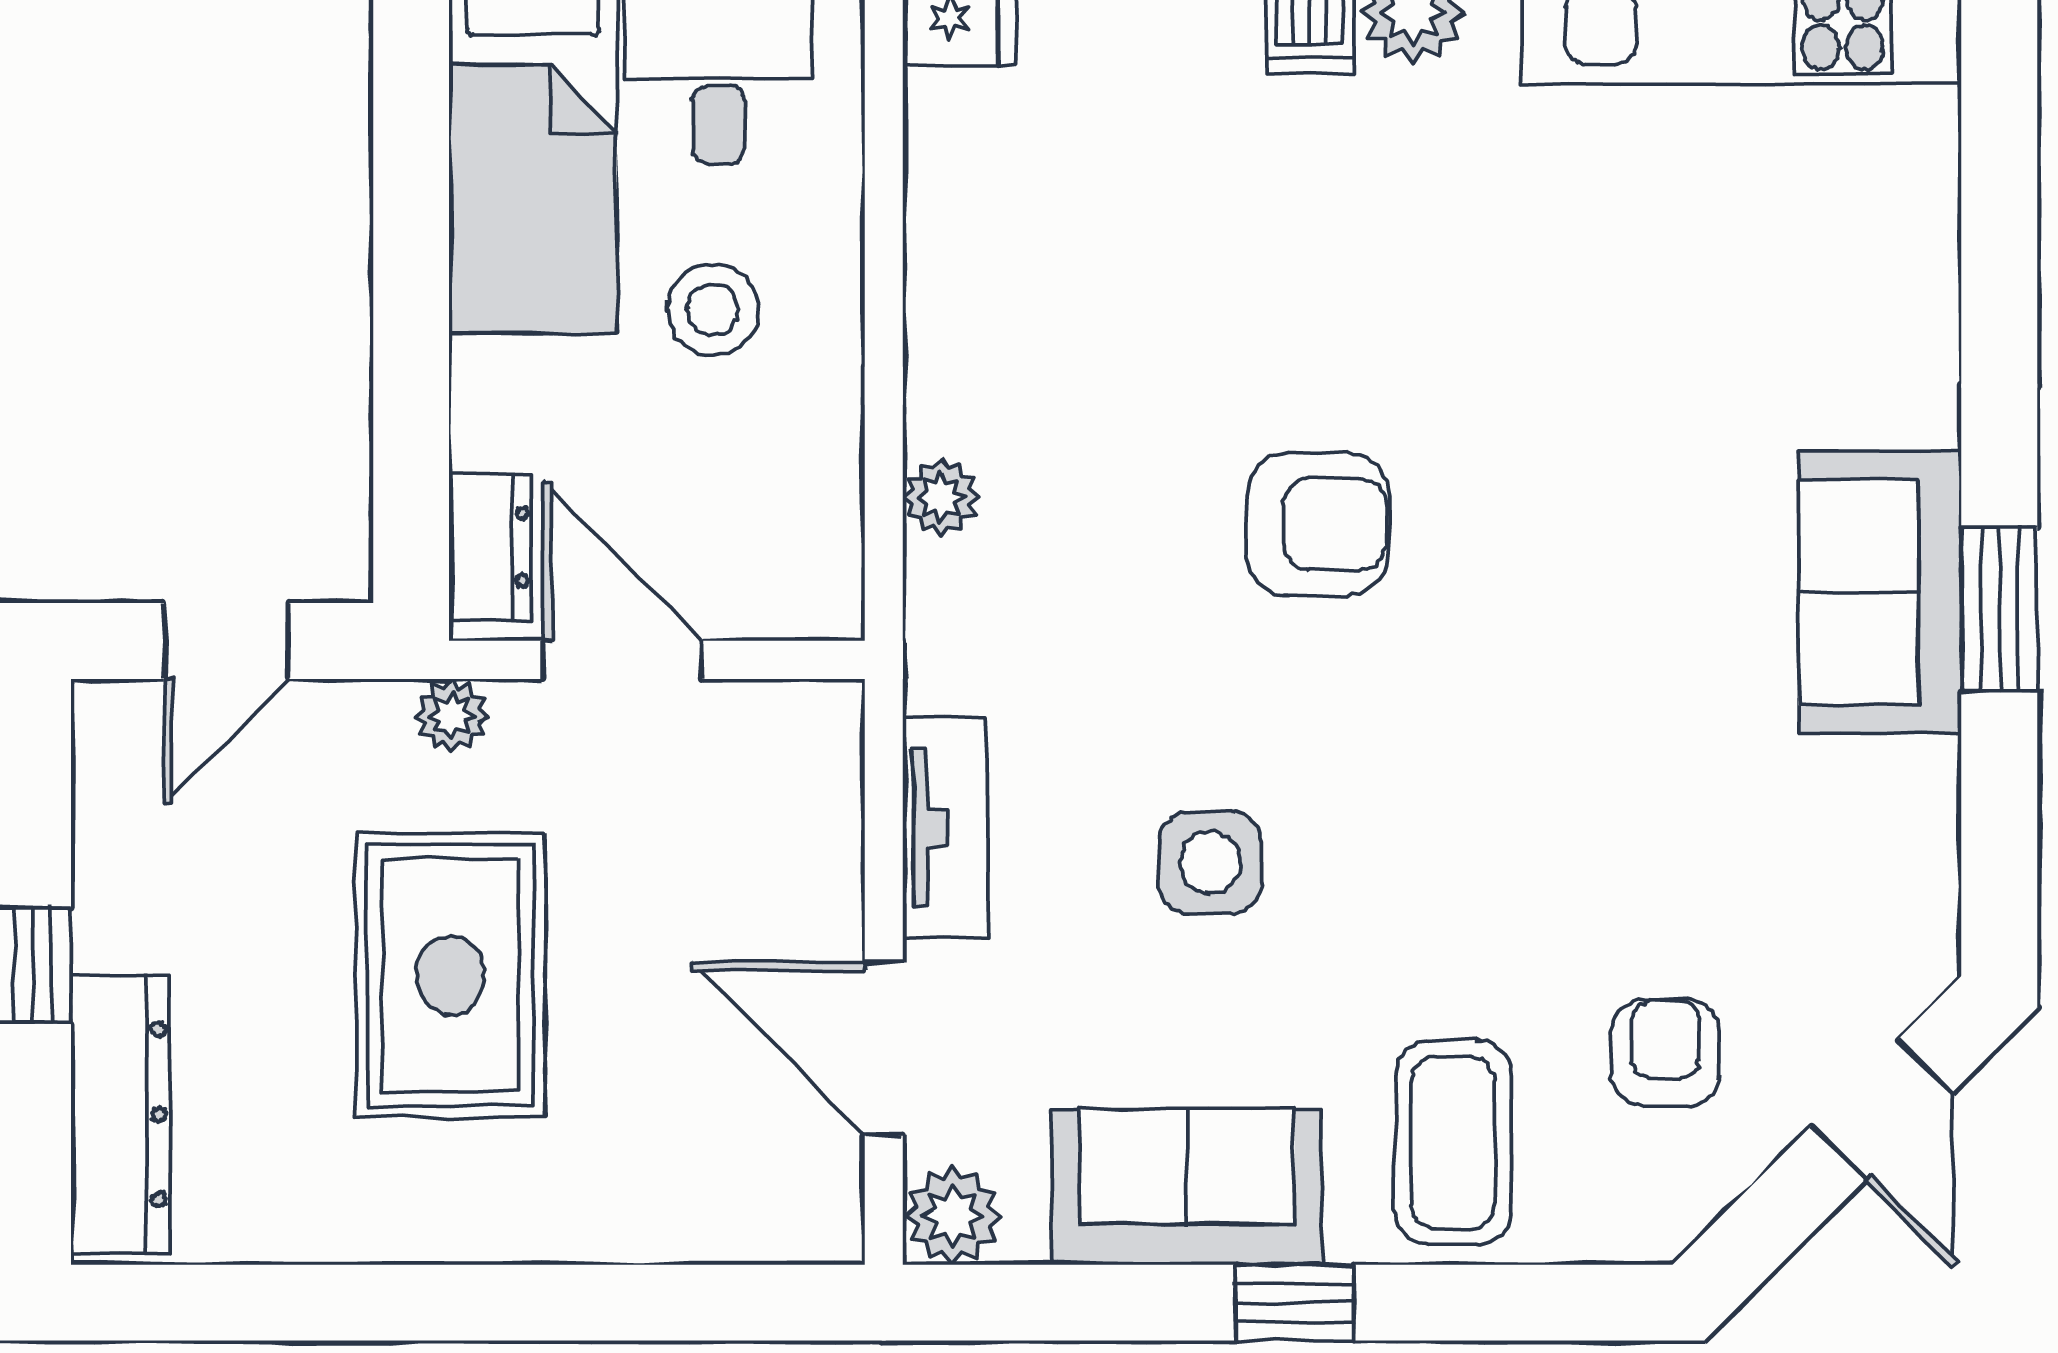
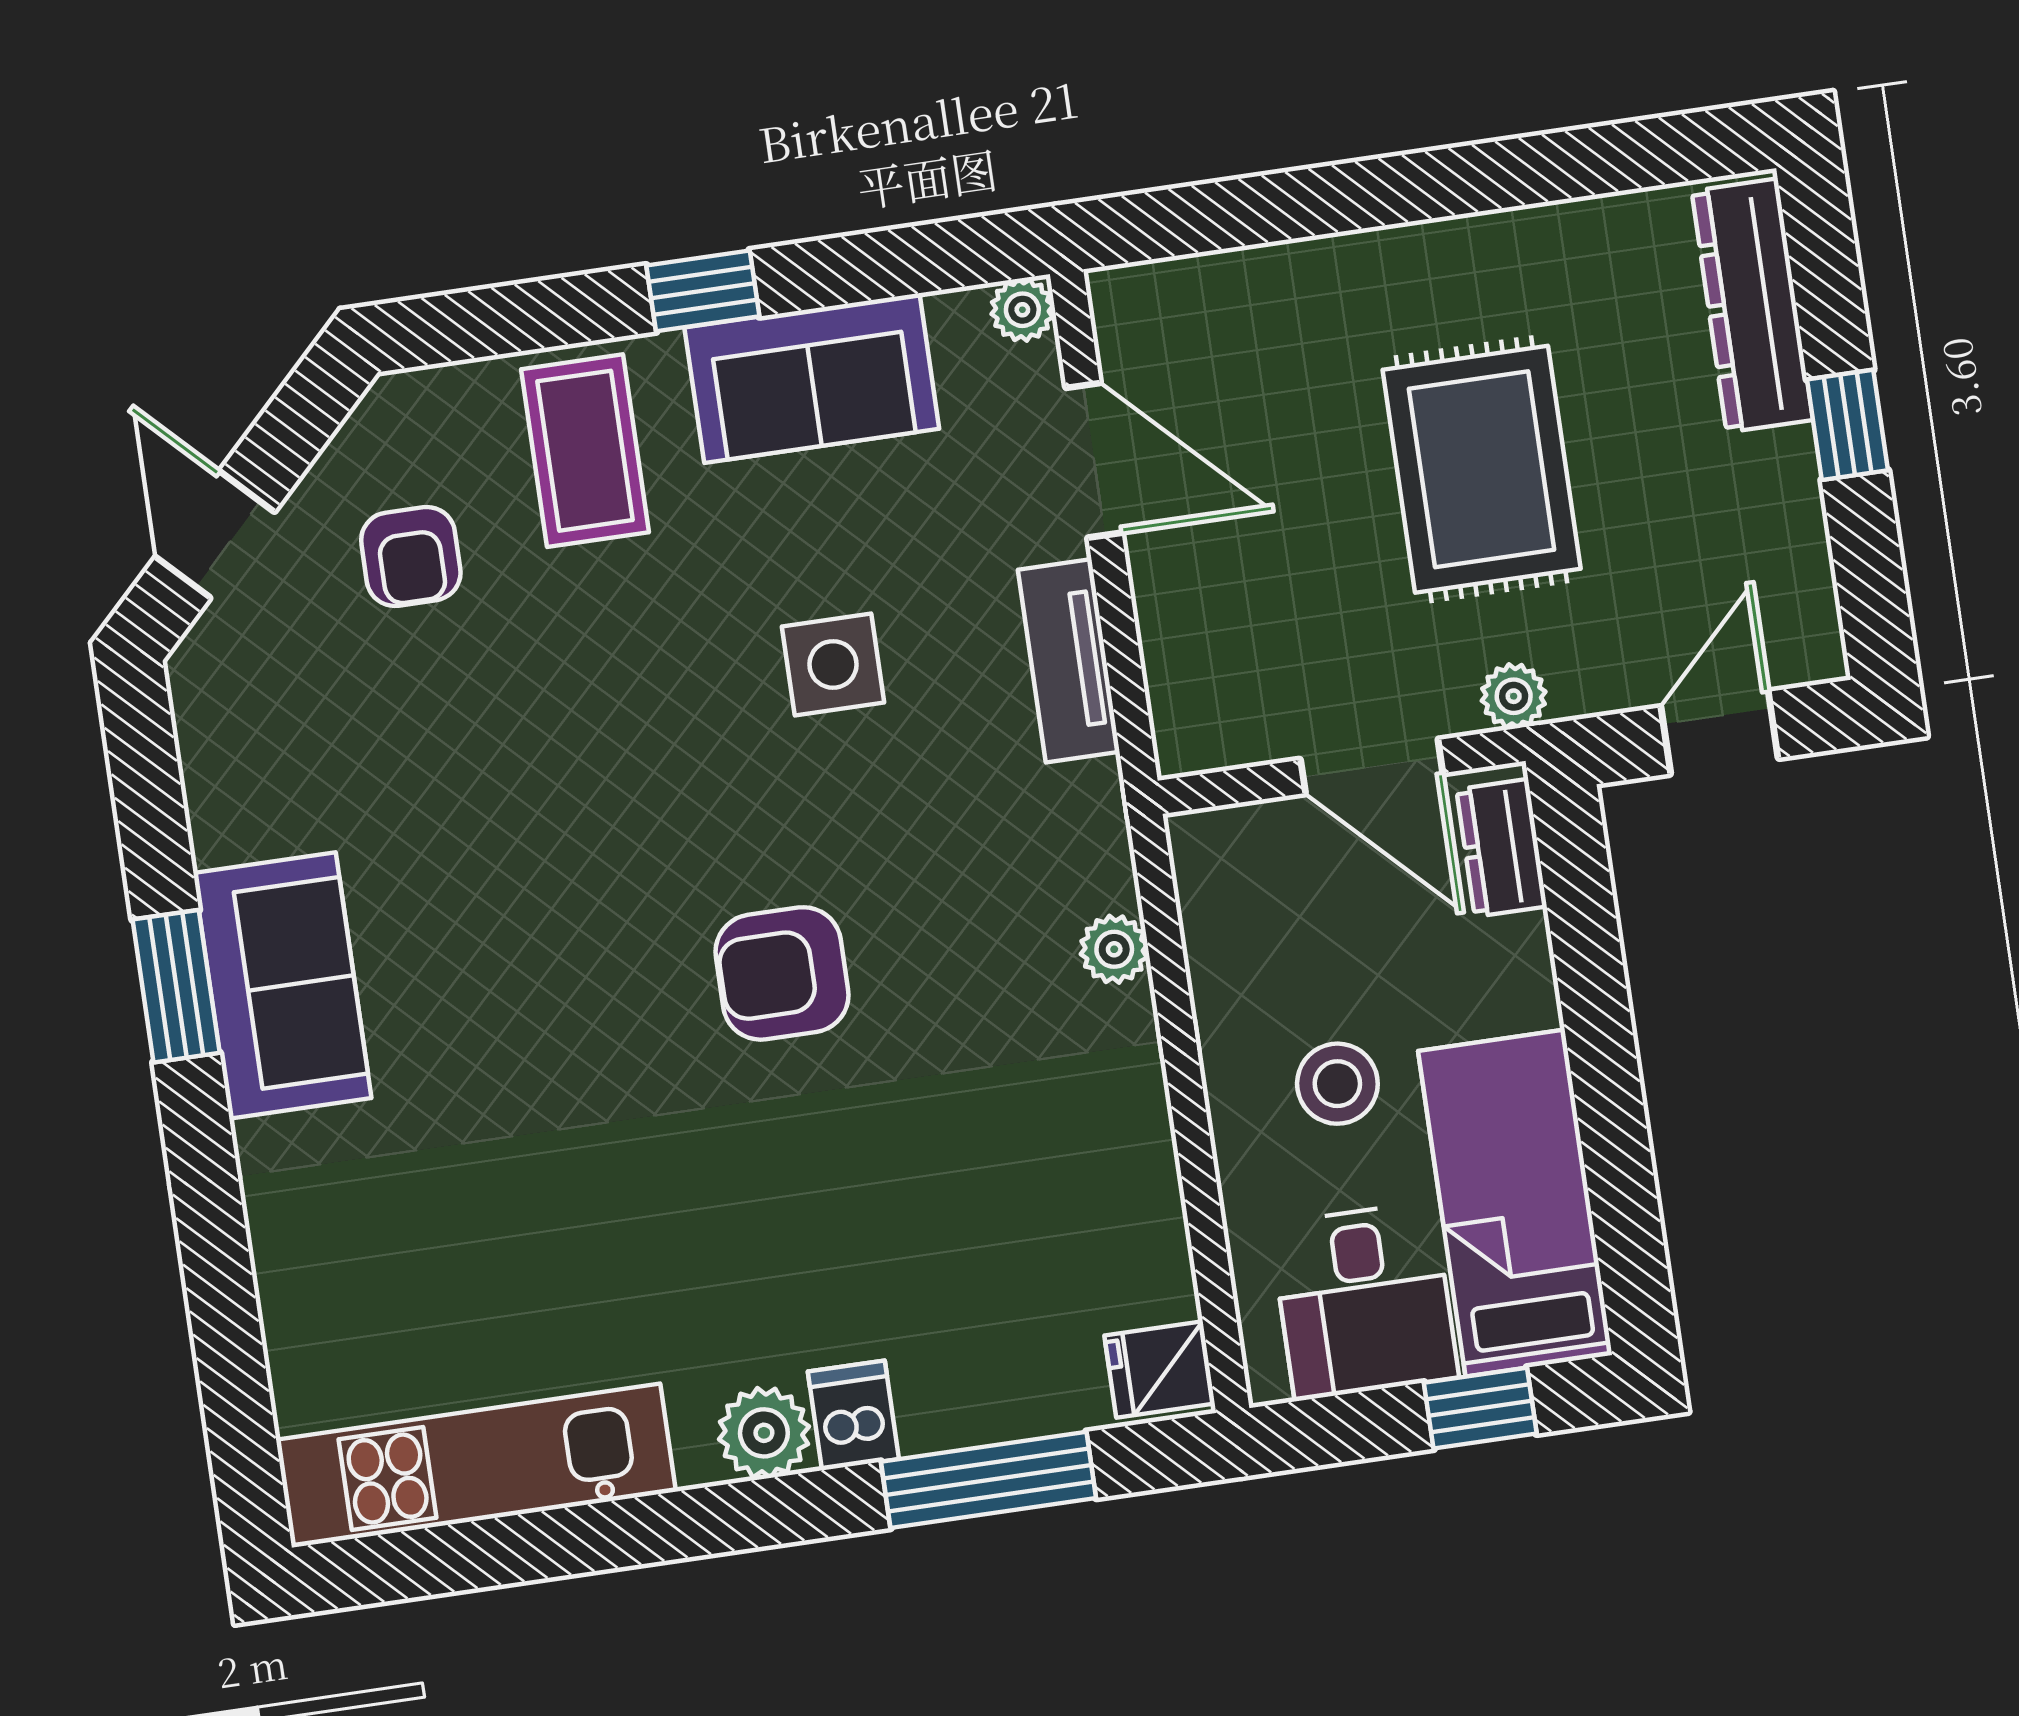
plant: (953, 1216) -> (1022, 310), width x0.73, depth x0.73

